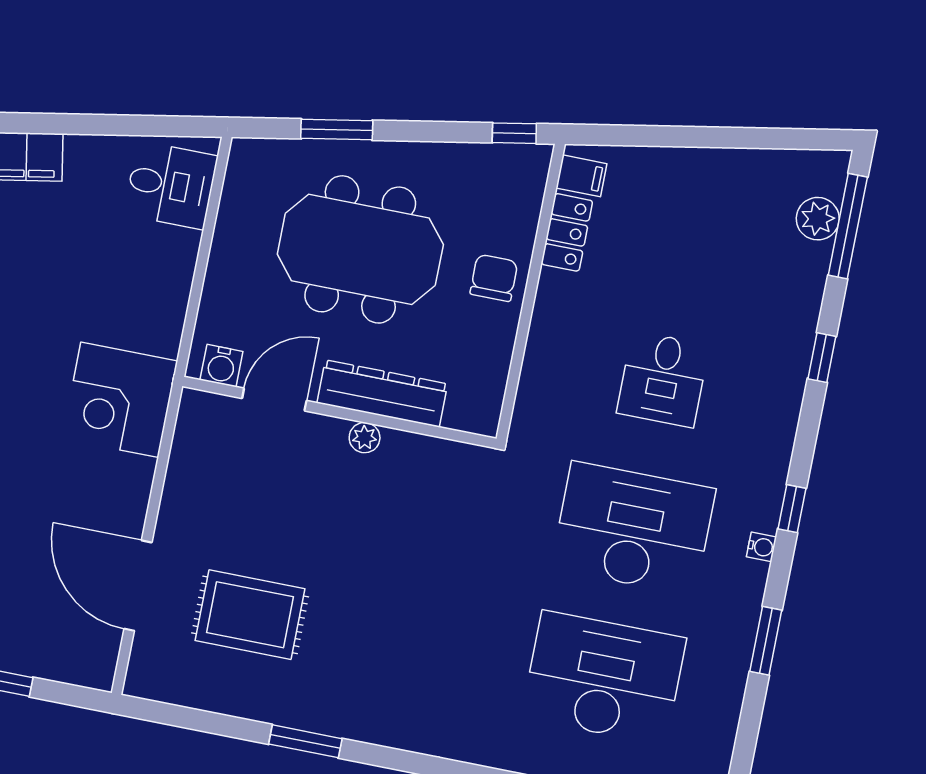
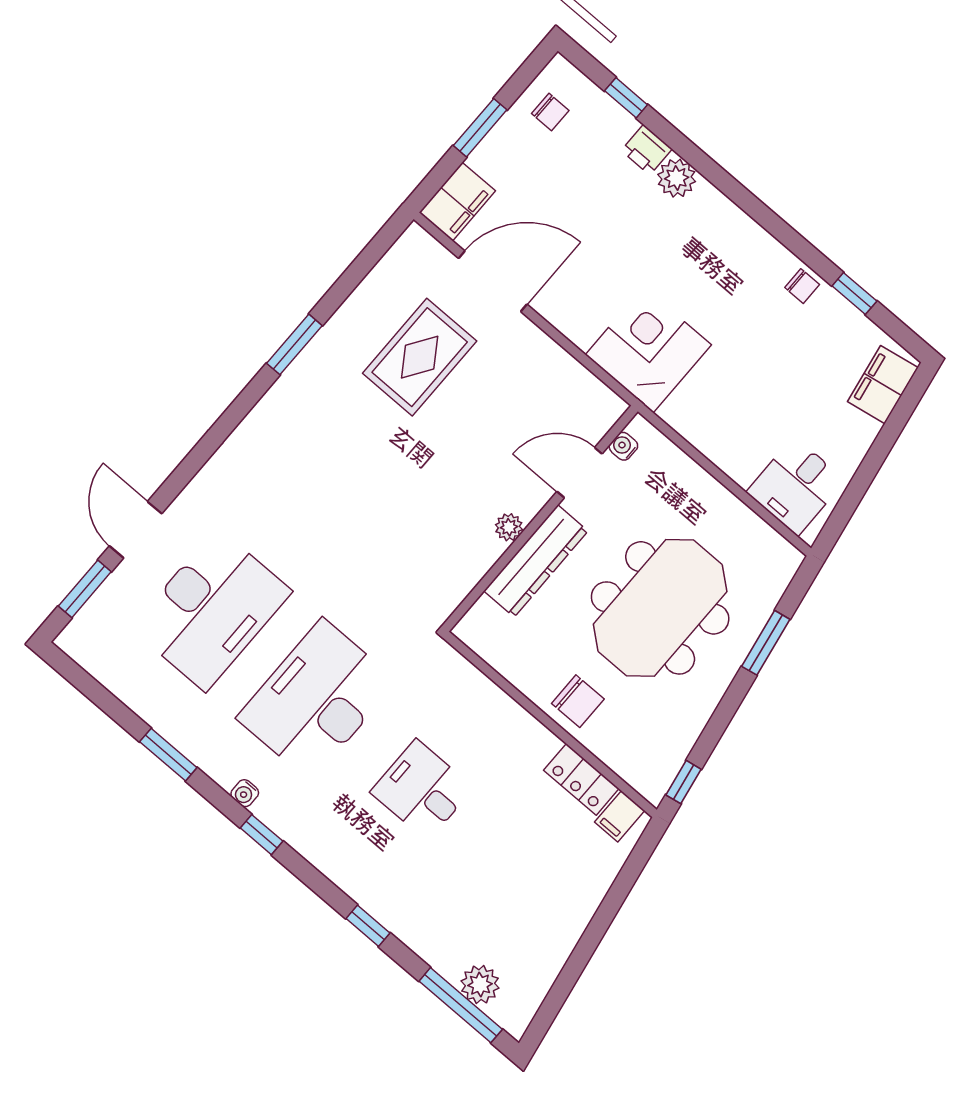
water cooler: (221, 366) -> (623, 446), width x0.72, depth x0.72
door: (274, 399) -> (579, 473), swing flipped
desk: (633, 528) -> (317, 700), turned 180
filing cabinet: (81, 662) -> (457, 202), added

